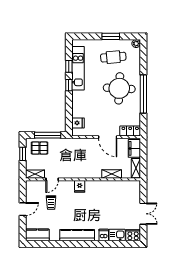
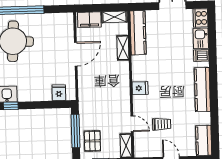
locker: (130, 131) -> (67, 26), removed
kitchen counter: (123, 186) -> (138, 33), added

